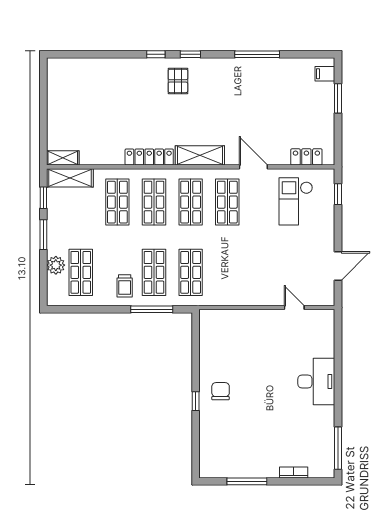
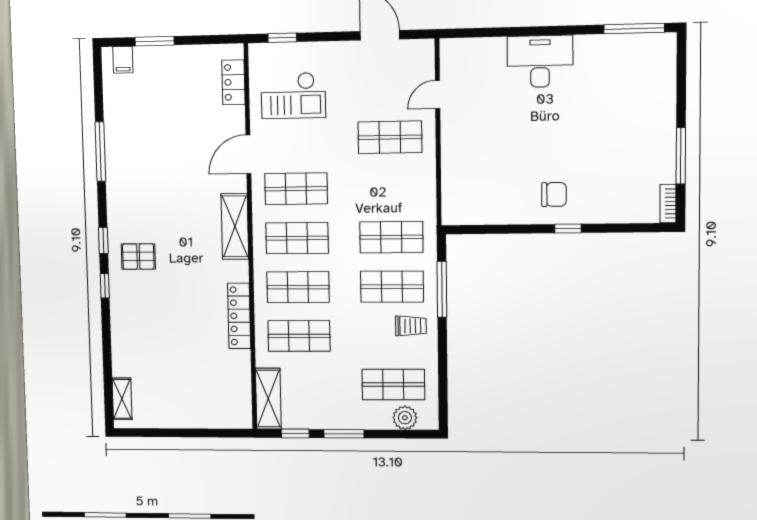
locker: (149, 157) -> (239, 316), moved
shelving: (63, 158) -> (122, 399), moved
plant: (56, 265) -> (405, 418), moved
shop shelf: (264, 272) -> (390, 137), added
chair: (221, 391) -> (554, 194), turned 180
bookcase: (294, 472) -> (668, 204), moved

